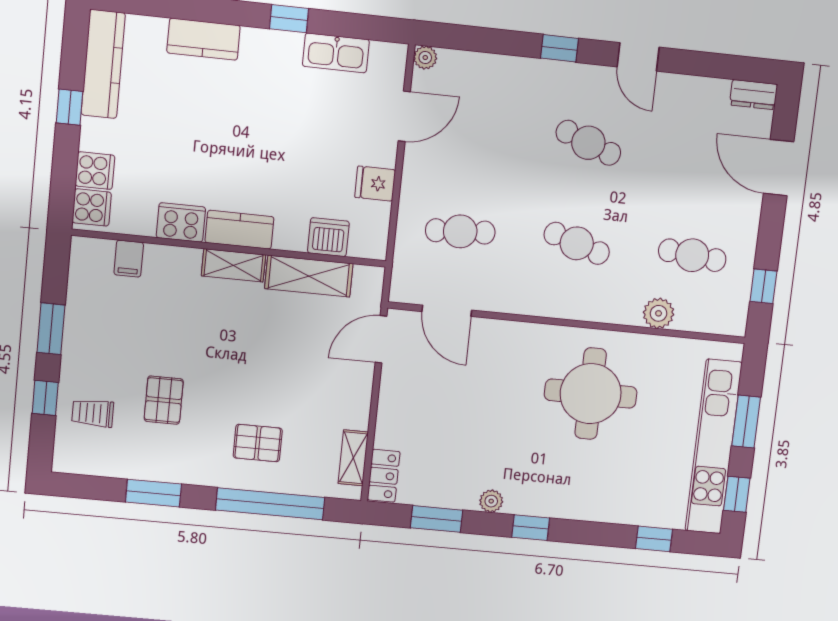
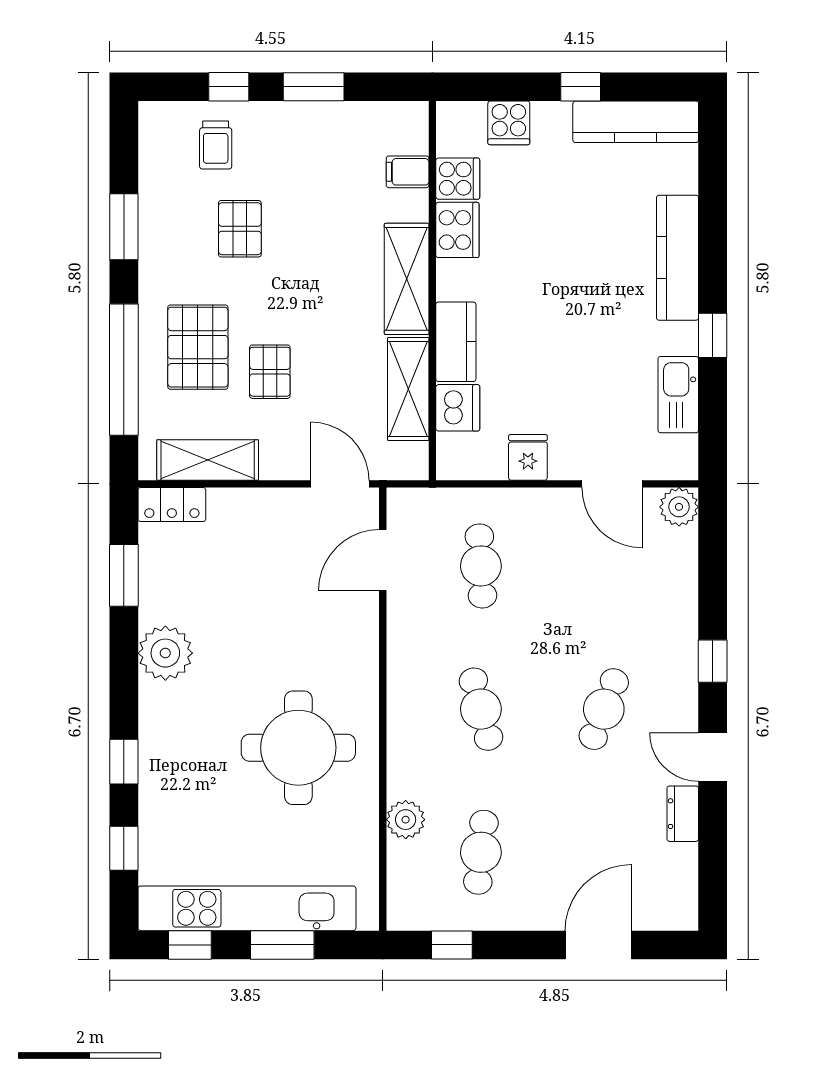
kitchen counter: (203, 39) -> (677, 258), width x1.50
door: (638, 57) -> (713, 757), hinge flipped
plant: (425, 58) -> (679, 507), width x1.38, depth x1.38
dresser: (754, 95) -> (683, 814), moved
cooker: (92, 207) -> (458, 179), moved, turned -90
kitchen counter: (239, 230) -> (456, 342), moved
cafe table: (577, 243) -> (481, 709), turned -33
shelving: (234, 265) -> (407, 279), width x1.50, depth x1.33
pallet: (283, 387) -> (270, 372), added
pallet: (164, 400) -> (240, 229), turned 90
trolley: (93, 413) -> (216, 145), turned 180
pallet: (258, 443) -> (198, 347), width x1.50, depth x1.42
shelving: (353, 458) -> (208, 460), width x1.50, depth x1.33
plant: (491, 501) -> (165, 653), width x1.87, depth x1.87
window: (531, 528) -> (124, 762), moved

